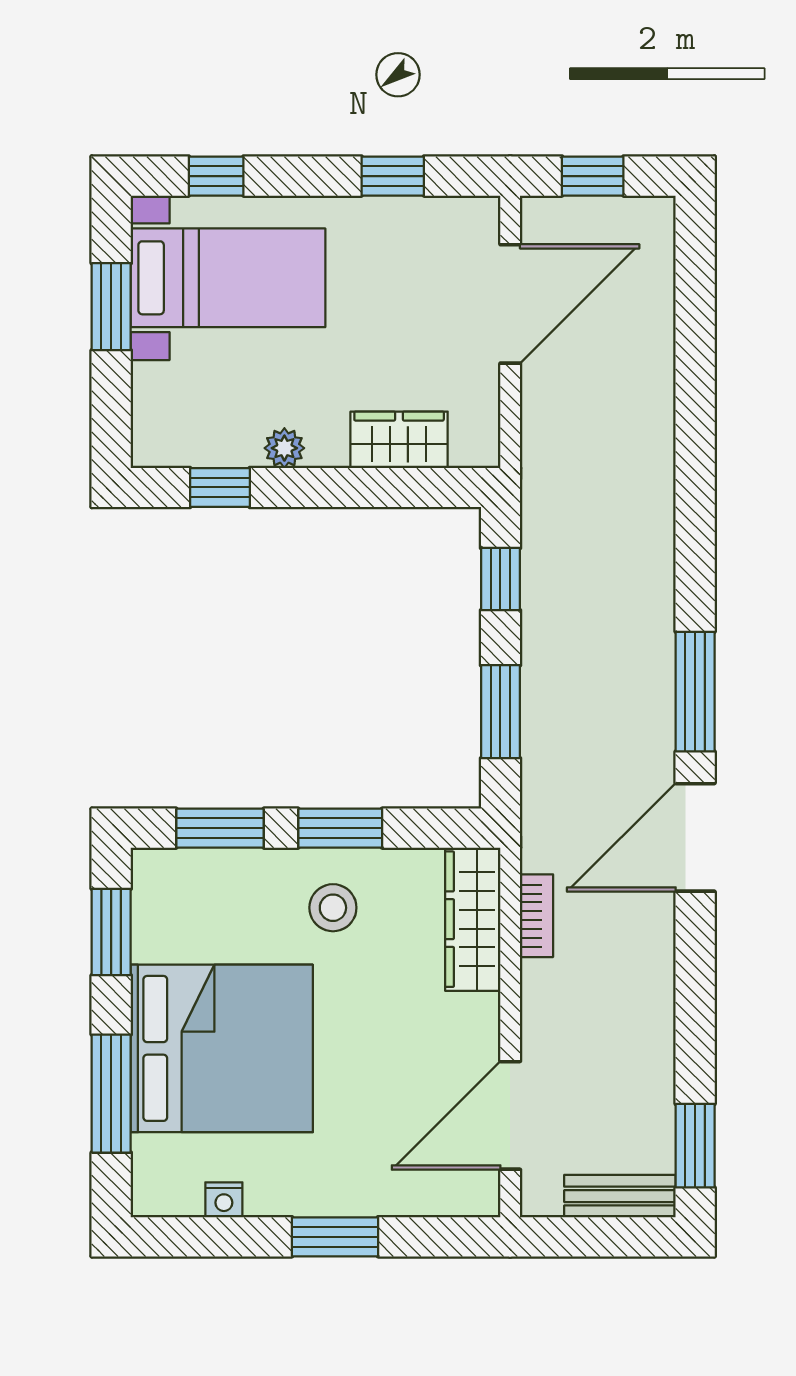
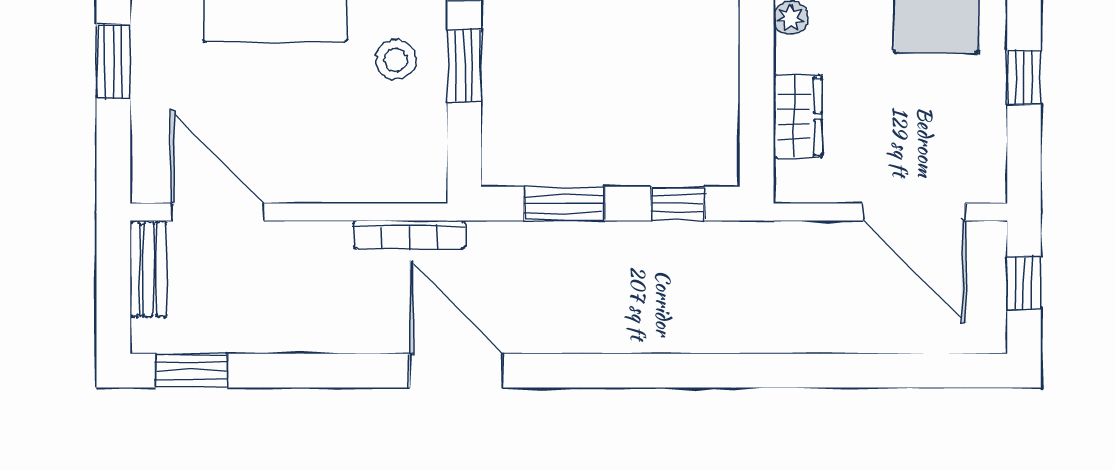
window: (393, 176) -> (1024, 78), moved
window: (695, 692) -> (581, 371), removed
bookcase: (536, 916) -> (409, 234), width x1.56
wardrobe: (473, 919) -> (386, 180), removed
bench: (620, 1196) -> (148, 269), moved

